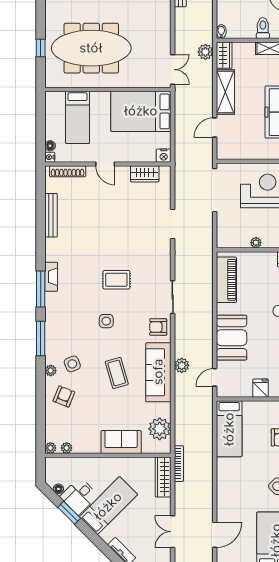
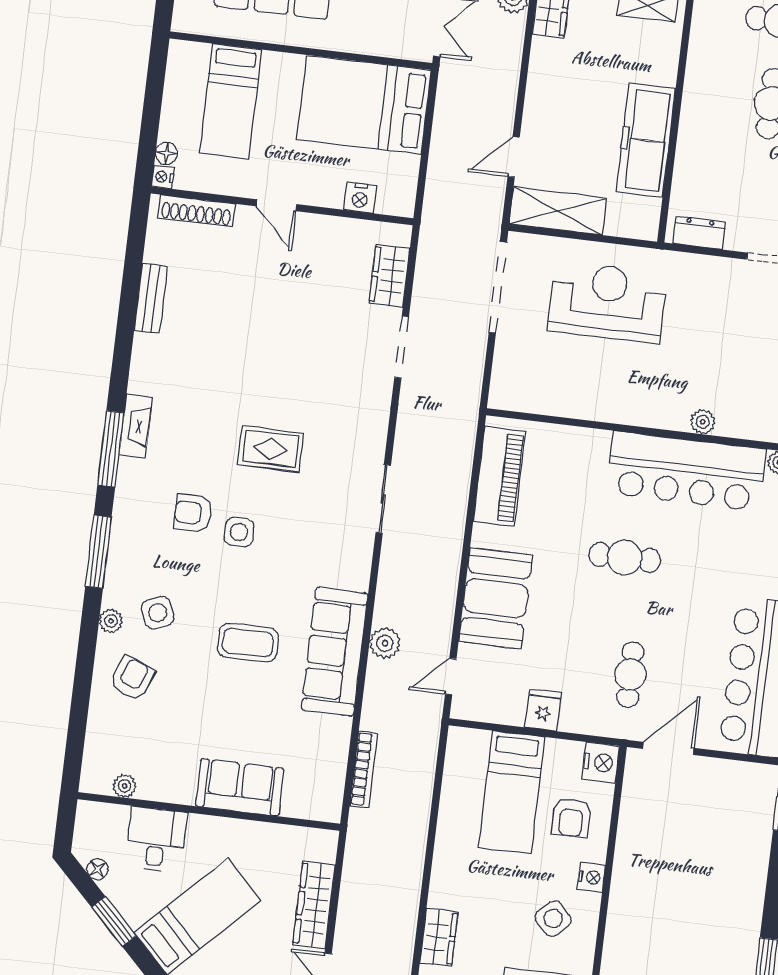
shelving: (225, 92) -> (558, 211), moved, turned 90
nightstand: (164, 156) -> (360, 198), moved
wardrobe: (145, 174) -> (389, 276), moved, turned 90
bench: (51, 215) -> (151, 298), width x0.73
plant: (256, 243) -> (570, 407), removed
armchair: (158, 327) -> (193, 513), moved
coffee table: (117, 373) -> (248, 643), turned -74
plant: (160, 429) -> (323, 770), removed
bed: (229, 429) -> (512, 792), moved
plant: (50, 448) -> (91, 782), removed
bookcase: (179, 464) -> (364, 769), moved
wardrobe: (163, 477) -> (314, 905), moved
desk: (79, 496) -> (156, 839), moved, turned 135
wardrobe: (224, 502) -> (439, 937), added

